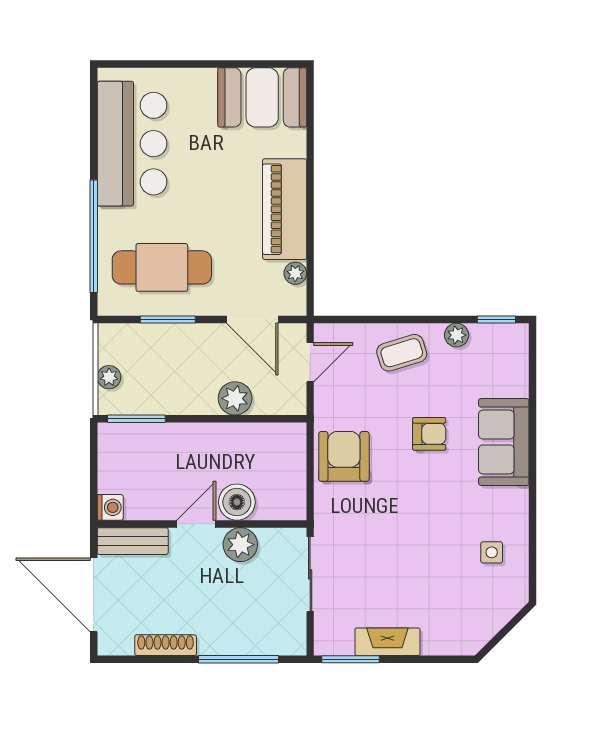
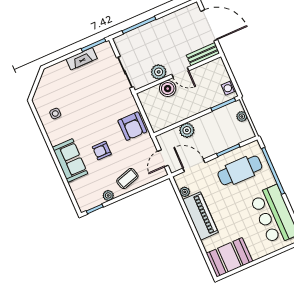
washing machine: (110, 507) -> (229, 88), moved
door: (196, 524) -> (180, 72), hinge flipped
shoe rack: (166, 645) -> (171, 18), removed

